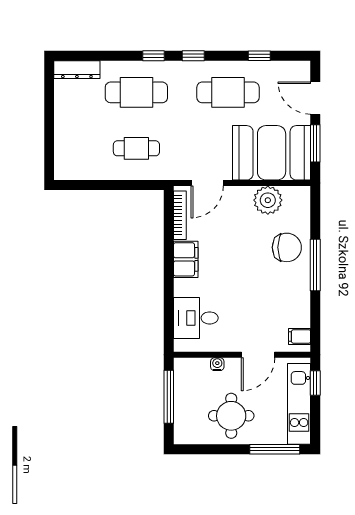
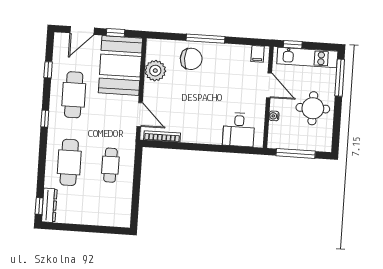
window: (153, 56) -> (39, 206), moved
window: (315, 143) -> (116, 33), width x0.67
chair: (287, 247) -> (191, 59), turned 90
filing cabinet: (186, 259) -> (195, 134), removed

